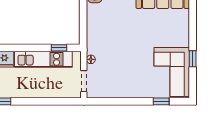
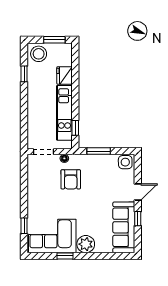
window: (83, 24) -> (99, 151), added
plant: (180, 37) -> (86, 244), added
armchair: (113, 53) -> (71, 179), added

